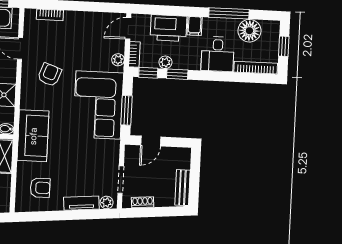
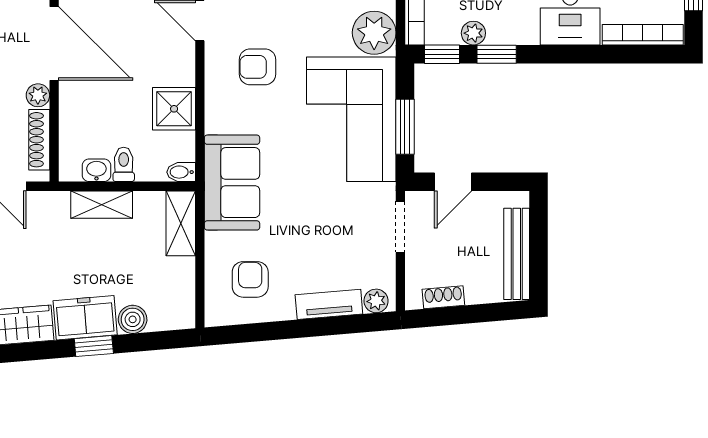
plant: (118, 60) -> (374, 33), width x1.87, depth x1.87
armchair: (50, 75) -> (258, 67), turned -110
doorway: (121, 180) -> (400, 227), moved
armchair: (40, 188) -> (250, 279), turned -90
bench: (182, 188) -> (517, 254), width x1.36

